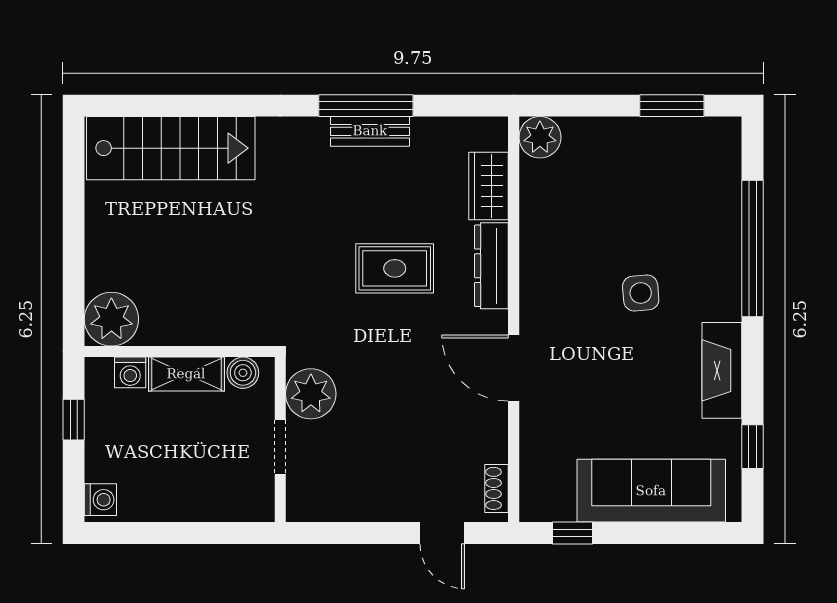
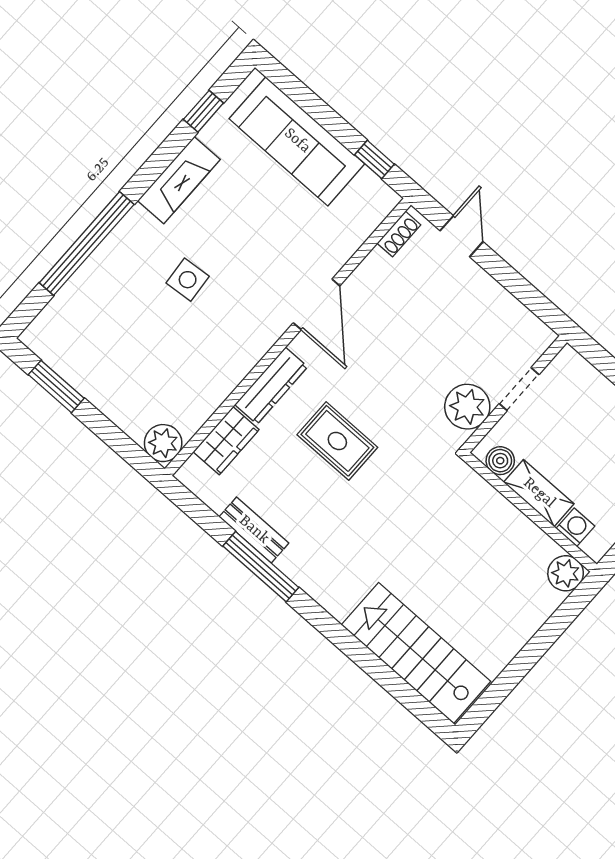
bench: (370, 131) -> (254, 530), moved
plant: (111, 319) -> (566, 573), width x0.73, depth x0.73

